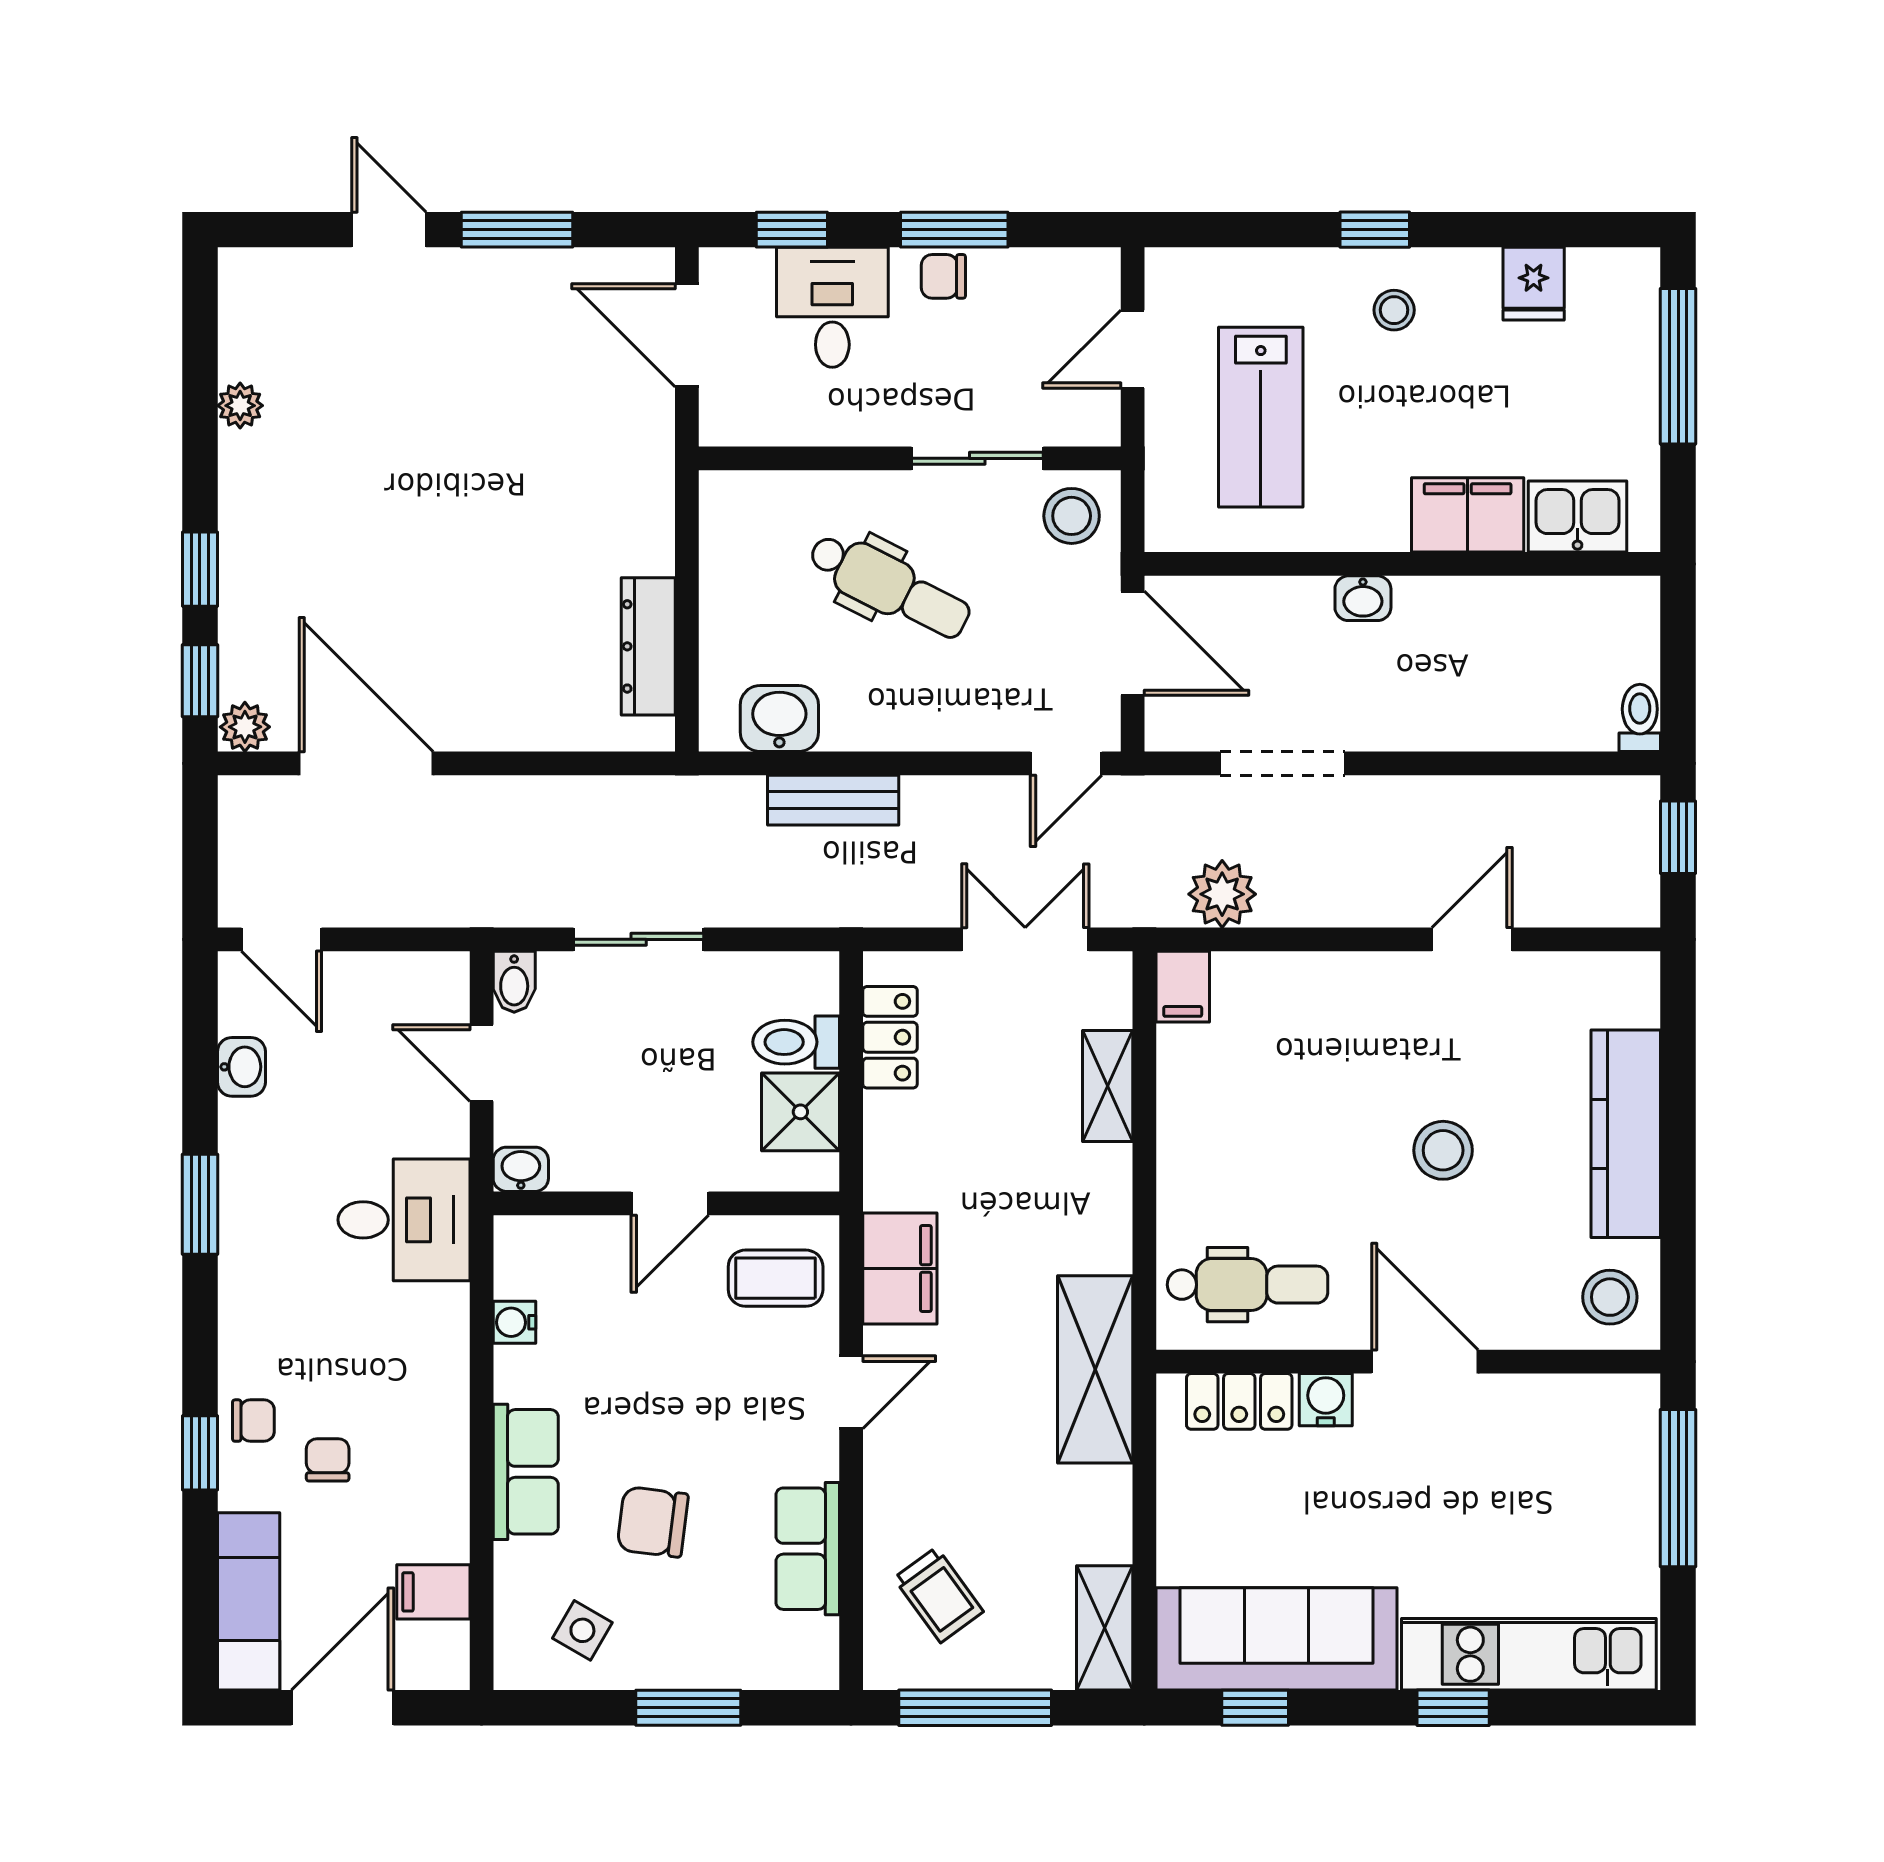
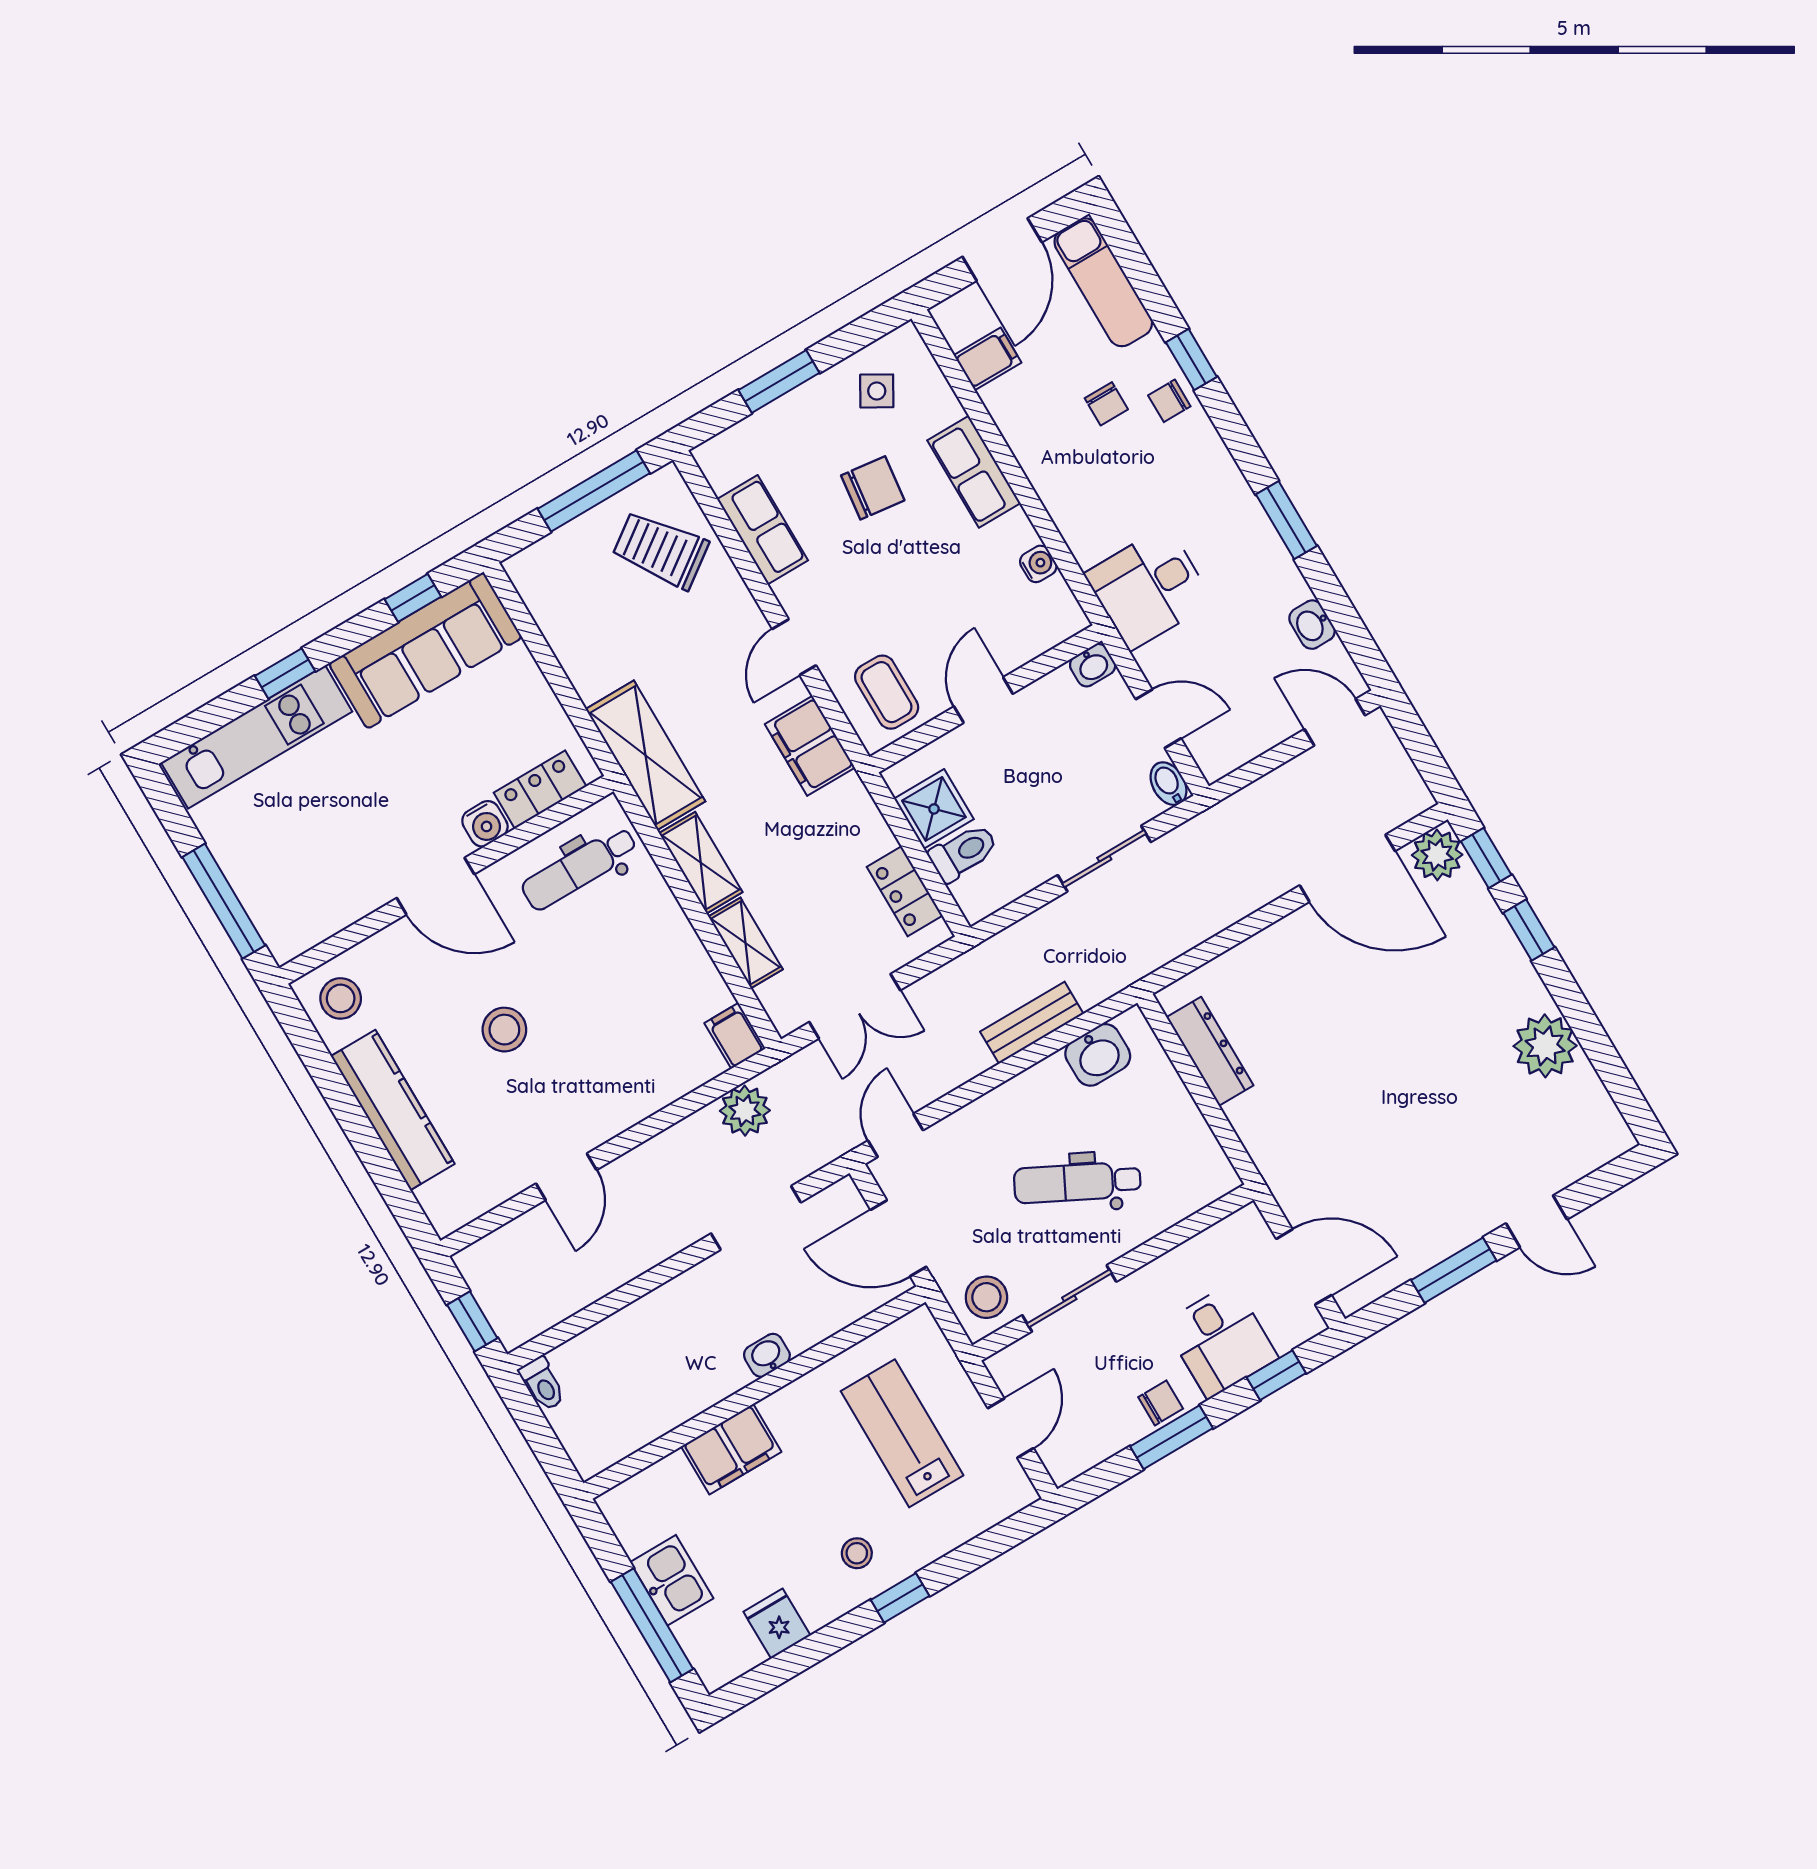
plant: (240, 406) -> (1545, 1046), width x1.88, depth x1.88
kitchen sink: (1578, 517) -> (672, 1580), moved, turned -90
plant: (245, 727) -> (1437, 855), width x1.38, depth x1.38
coffee table: (776, 1278) -> (887, 692), turned 90
trolley: (938, 1595) -> (660, 550), width x1.36, depth x1.39
shelving: (1105, 1628) -> (701, 863), moved

